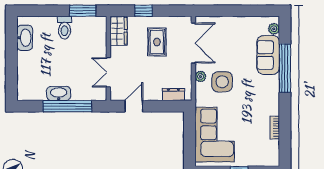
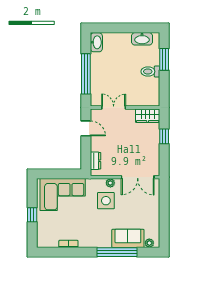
window: (83, 11) -> (164, 59), moved
rug: (157, 42) -> (139, 147), removed
washbasin: (59, 93) -> (96, 42), moved

